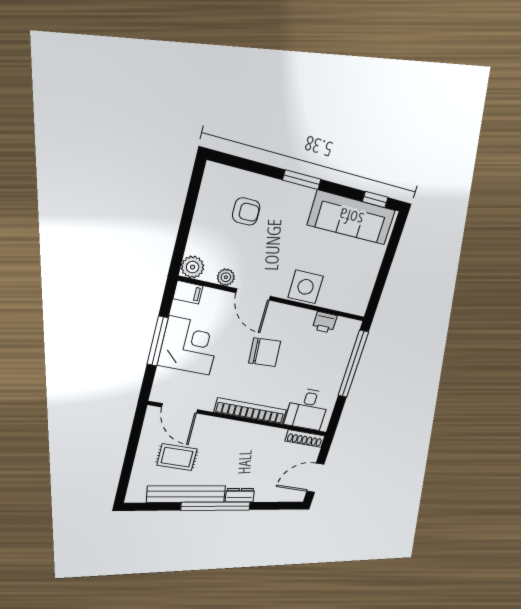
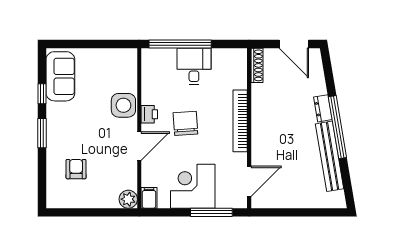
window: (375, 199) -> (42, 94), moved
sofa: (351, 218) -> (60, 76), width x0.73
plant: (226, 277) -> (130, 171), removed
printer: (325, 322) -> (149, 114), moved
window: (158, 341) -> (211, 212), moved
desk: (307, 409) -> (194, 66), moved, turned -90
rug: (177, 457) -> (295, 173), removed

